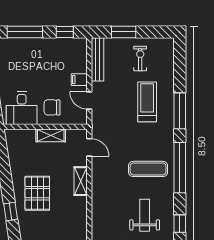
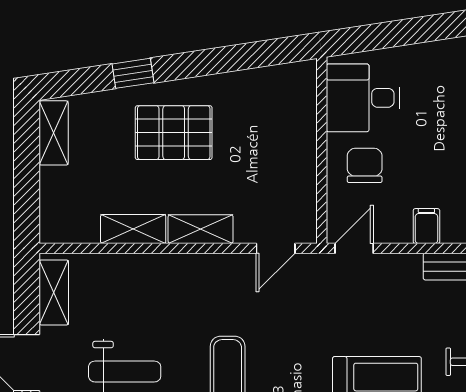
door: (89, 100) -> (354, 248), moved
shelving: (51, 135) -> (133, 229), moved, turned 90

